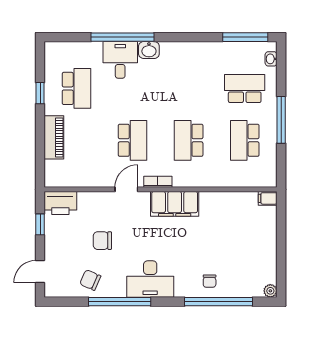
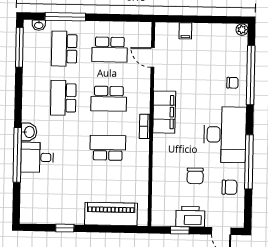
school desk: (77, 88) -> (63, 98), moved, turned -90
window: (281, 120) -> (65, 17), moved
piano: (54, 137) -> (111, 214), width x1.37, depth x1.33
door: (126, 189) -> (153, 57), moved
filing cabinet: (268, 198) -> (185, 31), moved
printer: (60, 203) -> (190, 217), moved, turned -90
desk: (150, 279) -> (225, 135), width x1.36, depth x1.30
chair: (90, 280) -> (229, 187), turned -114

